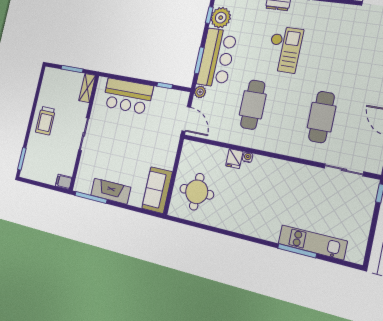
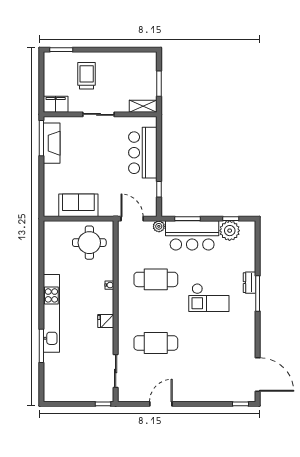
door: (186, 119) -> (132, 219), swing flipped
trolley: (45, 121) -> (87, 76), moved, turned 90
fridge: (234, 159) -> (106, 321), moved
filing cabinet: (64, 182) -> (56, 104), width x2.00
sofa: (157, 190) -> (78, 205), moved
fireplace: (111, 191) -> (52, 143), moved
round table: (197, 192) -> (89, 243), moved
kitchen unit: (312, 242) -> (51, 313), moved, width x1.36

